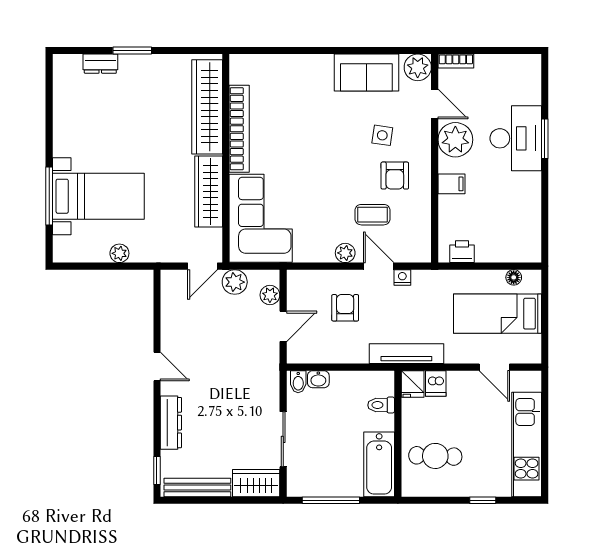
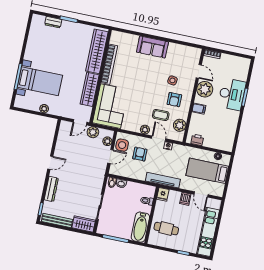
plant: (418, 67) -> (180, 125), moved
sofa: (366, 72) -> (152, 47), moved
side table: (303, 297) -> (122, 145), added
door: (157, 366) -> (50, 163), hinge flipped
dishwasher: (436, 384) -> (185, 199), moved

